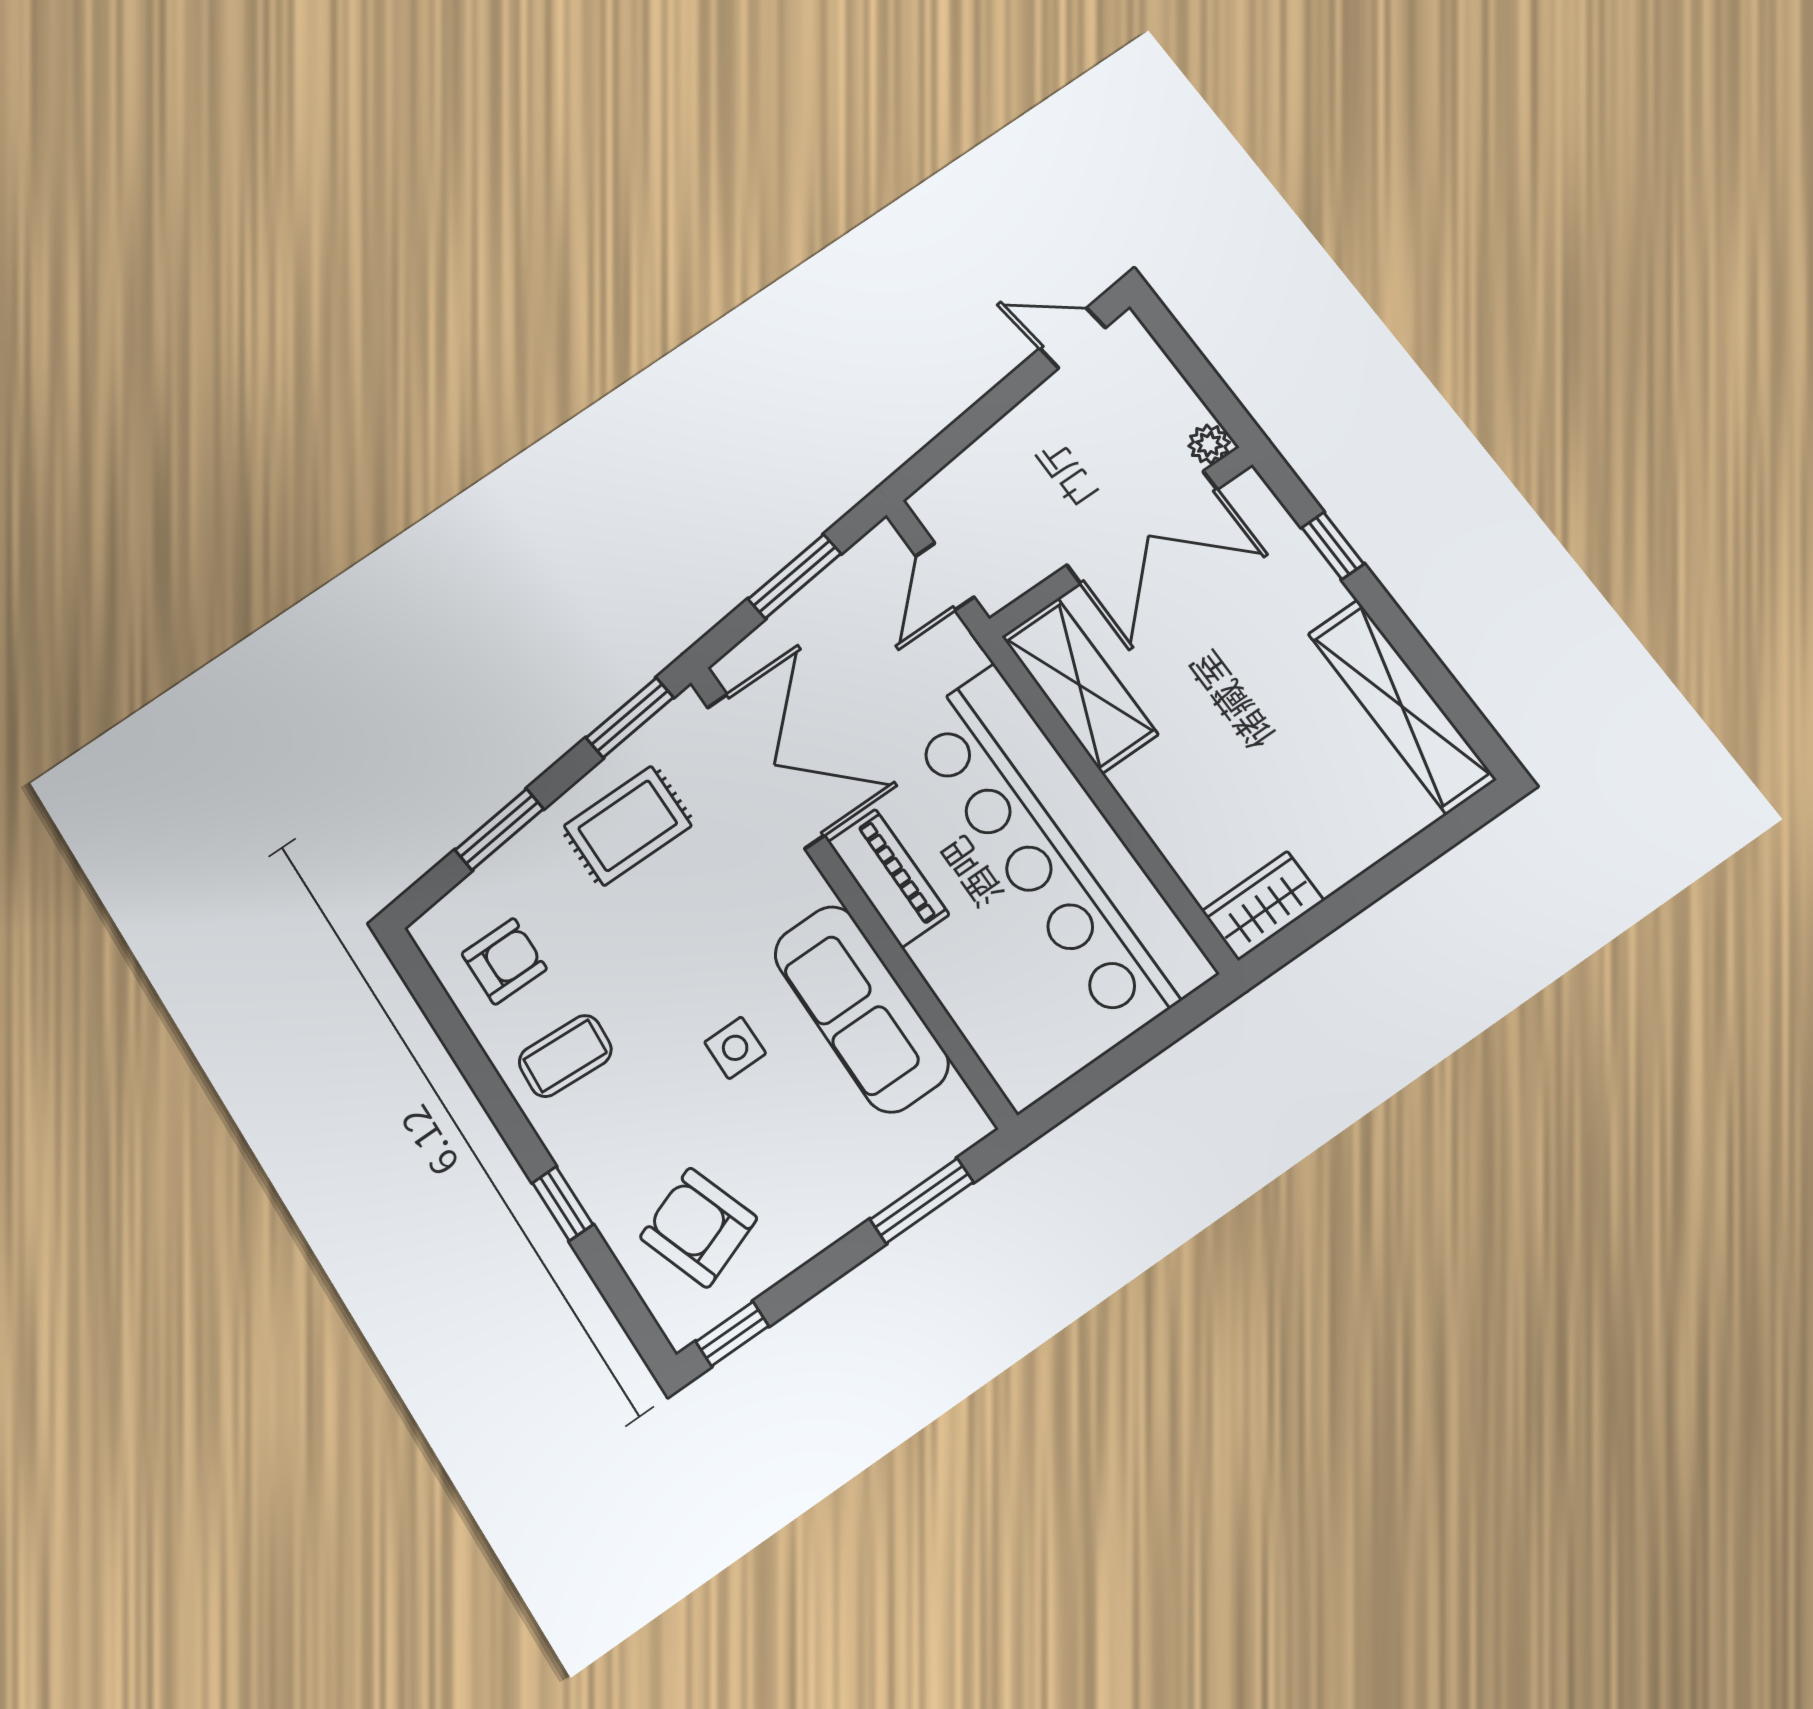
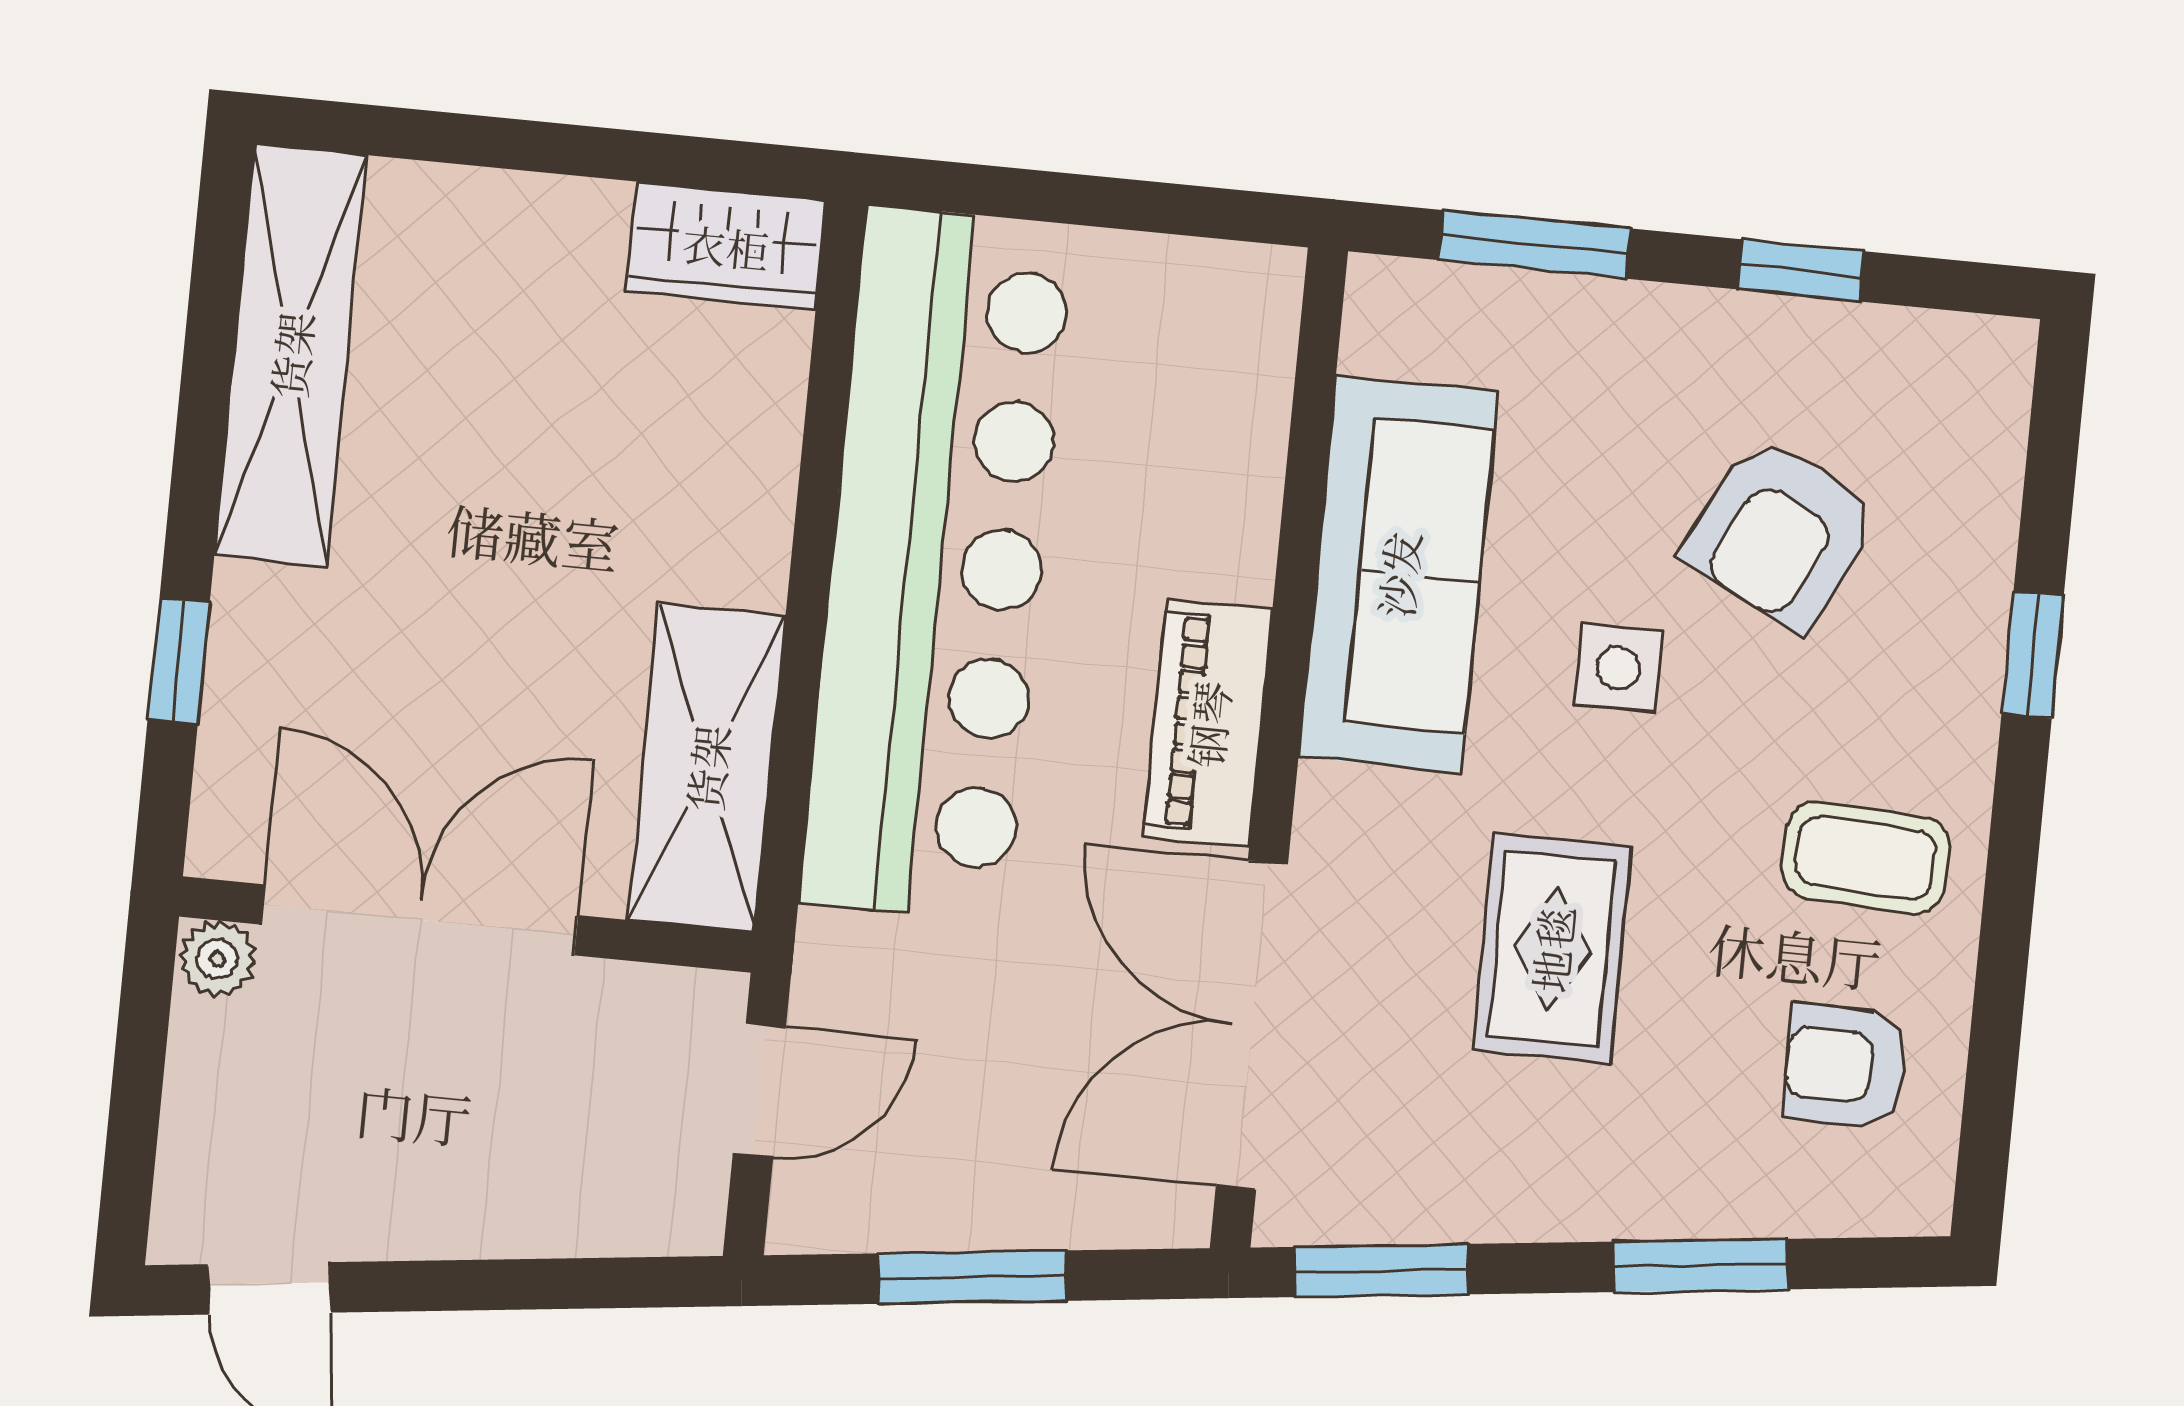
rug: (628, 826) -> (1552, 949), moved, turned 90
armchair: (699, 1228) -> (1781, 533), moved, turned 47
window: (732, 1334) -> (1800, 270), moved

